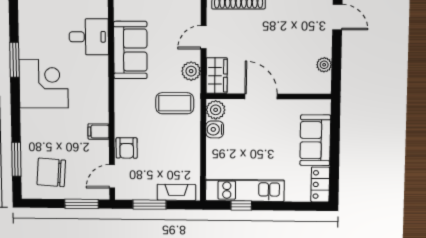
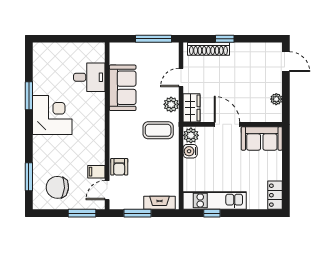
filing cabinet: (99, 132) -> (96, 172), moved
sofa: (315, 140) -> (262, 138), moved, turned -90

